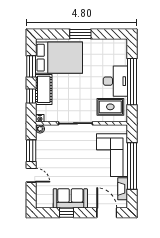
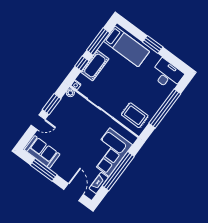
bed: (59, 58) -> (127, 46), width x0.67
window: (31, 66) -> (98, 42), width x1.44
desk: (115, 81) -> (167, 74), moved, turned -90
door: (31, 175) -> (38, 122), hinge flipped
sofa: (70, 198) -> (42, 152), moved
window: (67, 213) -> (44, 170), width x2.17

